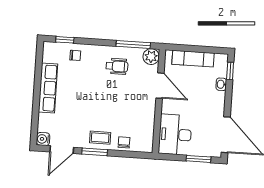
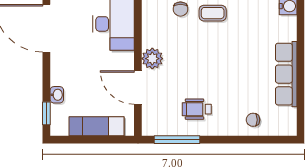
window: (65, 40) -> (268, 140), removed
plant: (151, 57) -> (152, 59), moved

